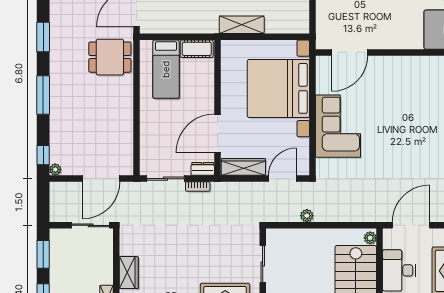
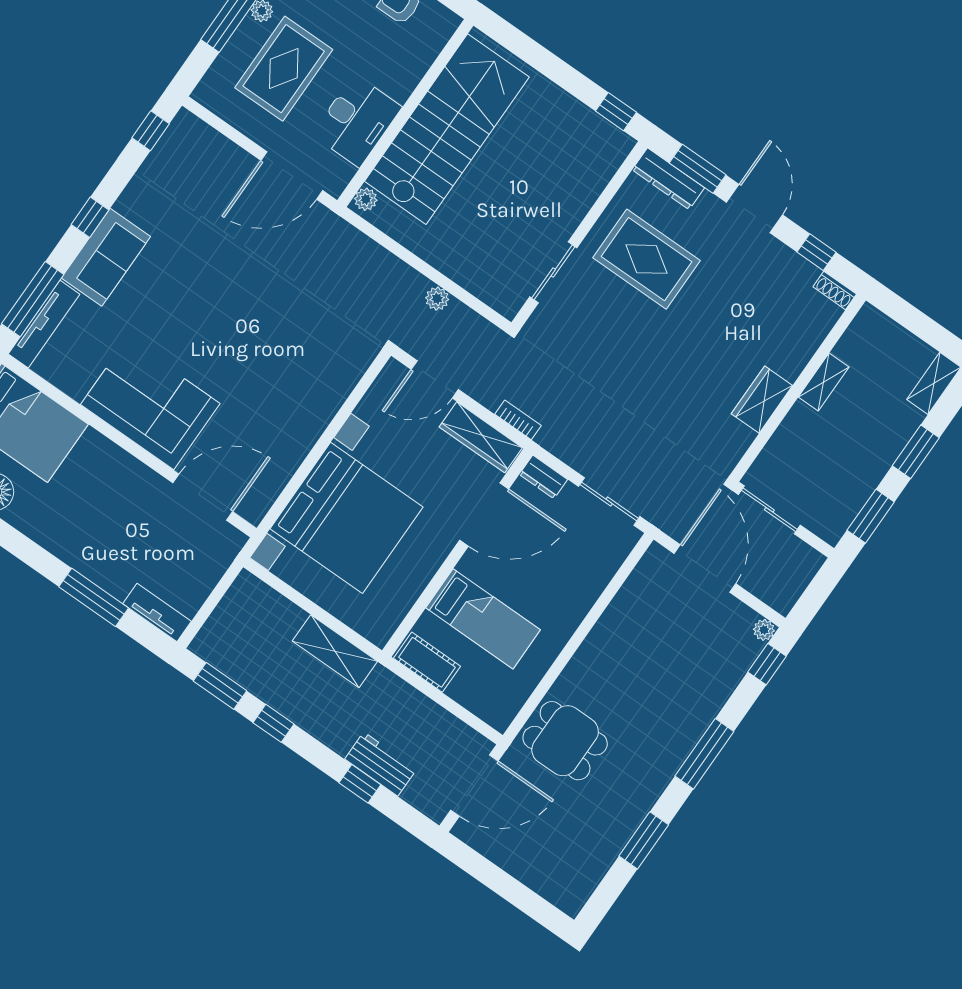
bed: (166, 69) -> (483, 619), moved, turned 90
corner sofa: (338, 126) -> (150, 404), moved, turned 90
door: (101, 179) -> (705, 569), hinge flipped
bookcase: (198, 187) -> (518, 420), moved

